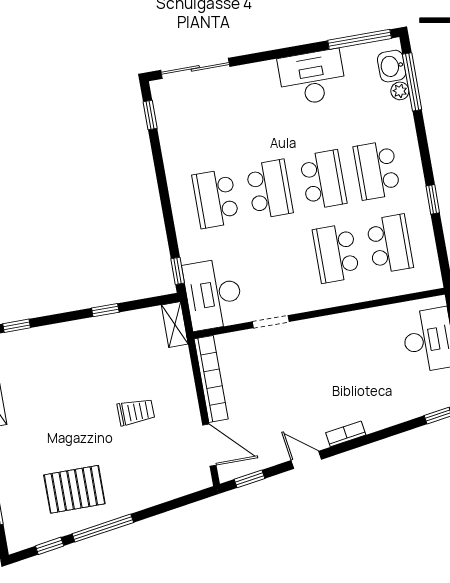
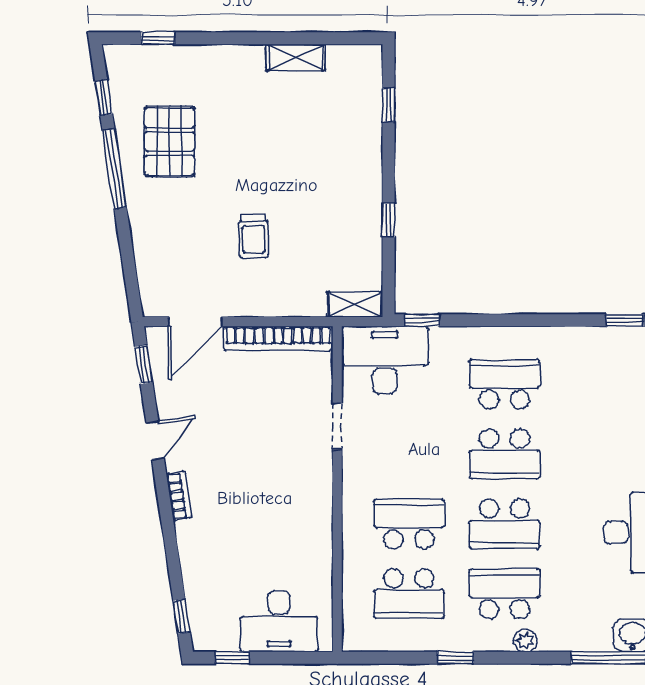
plant: (400, 91) -> (525, 640), moved

